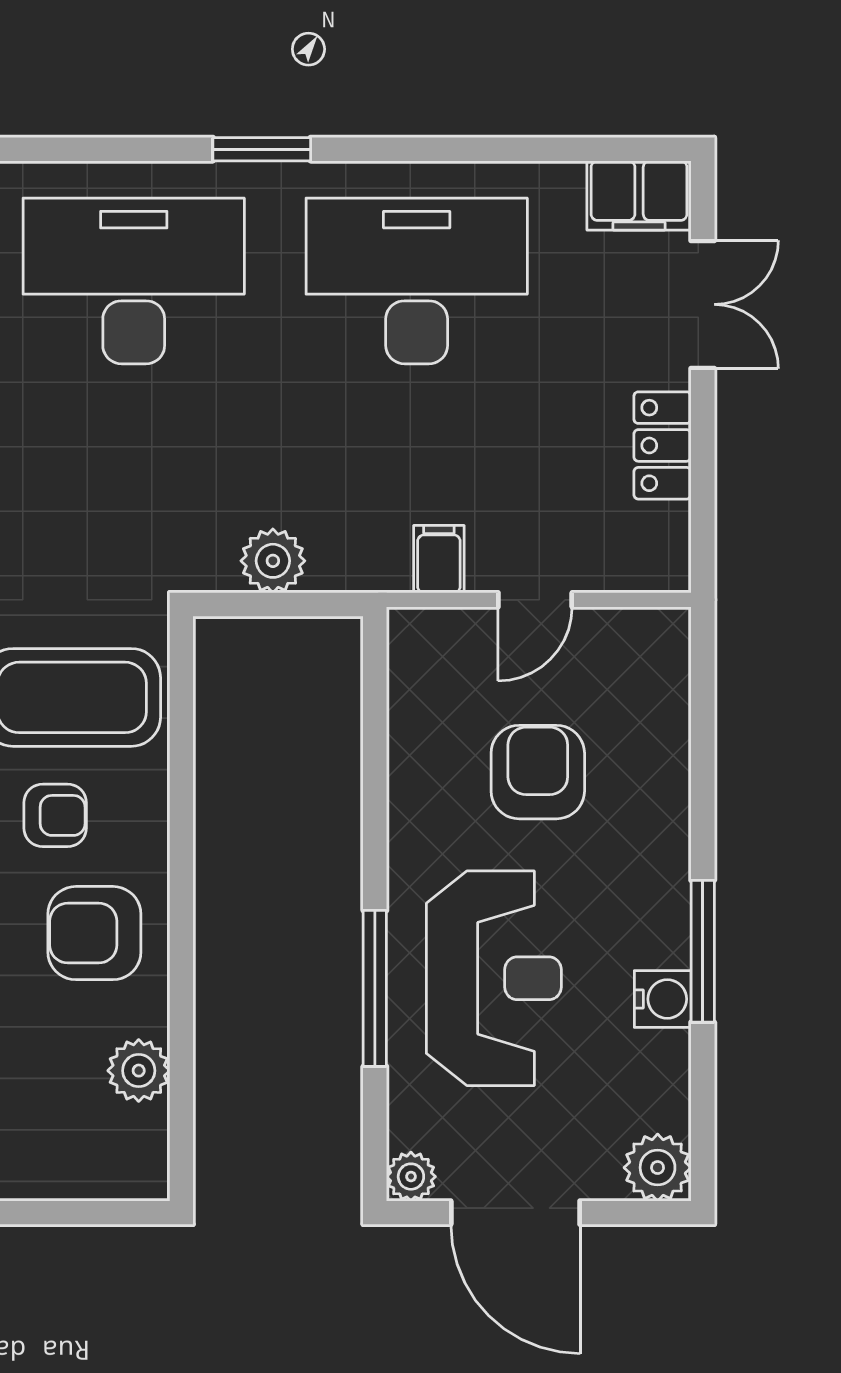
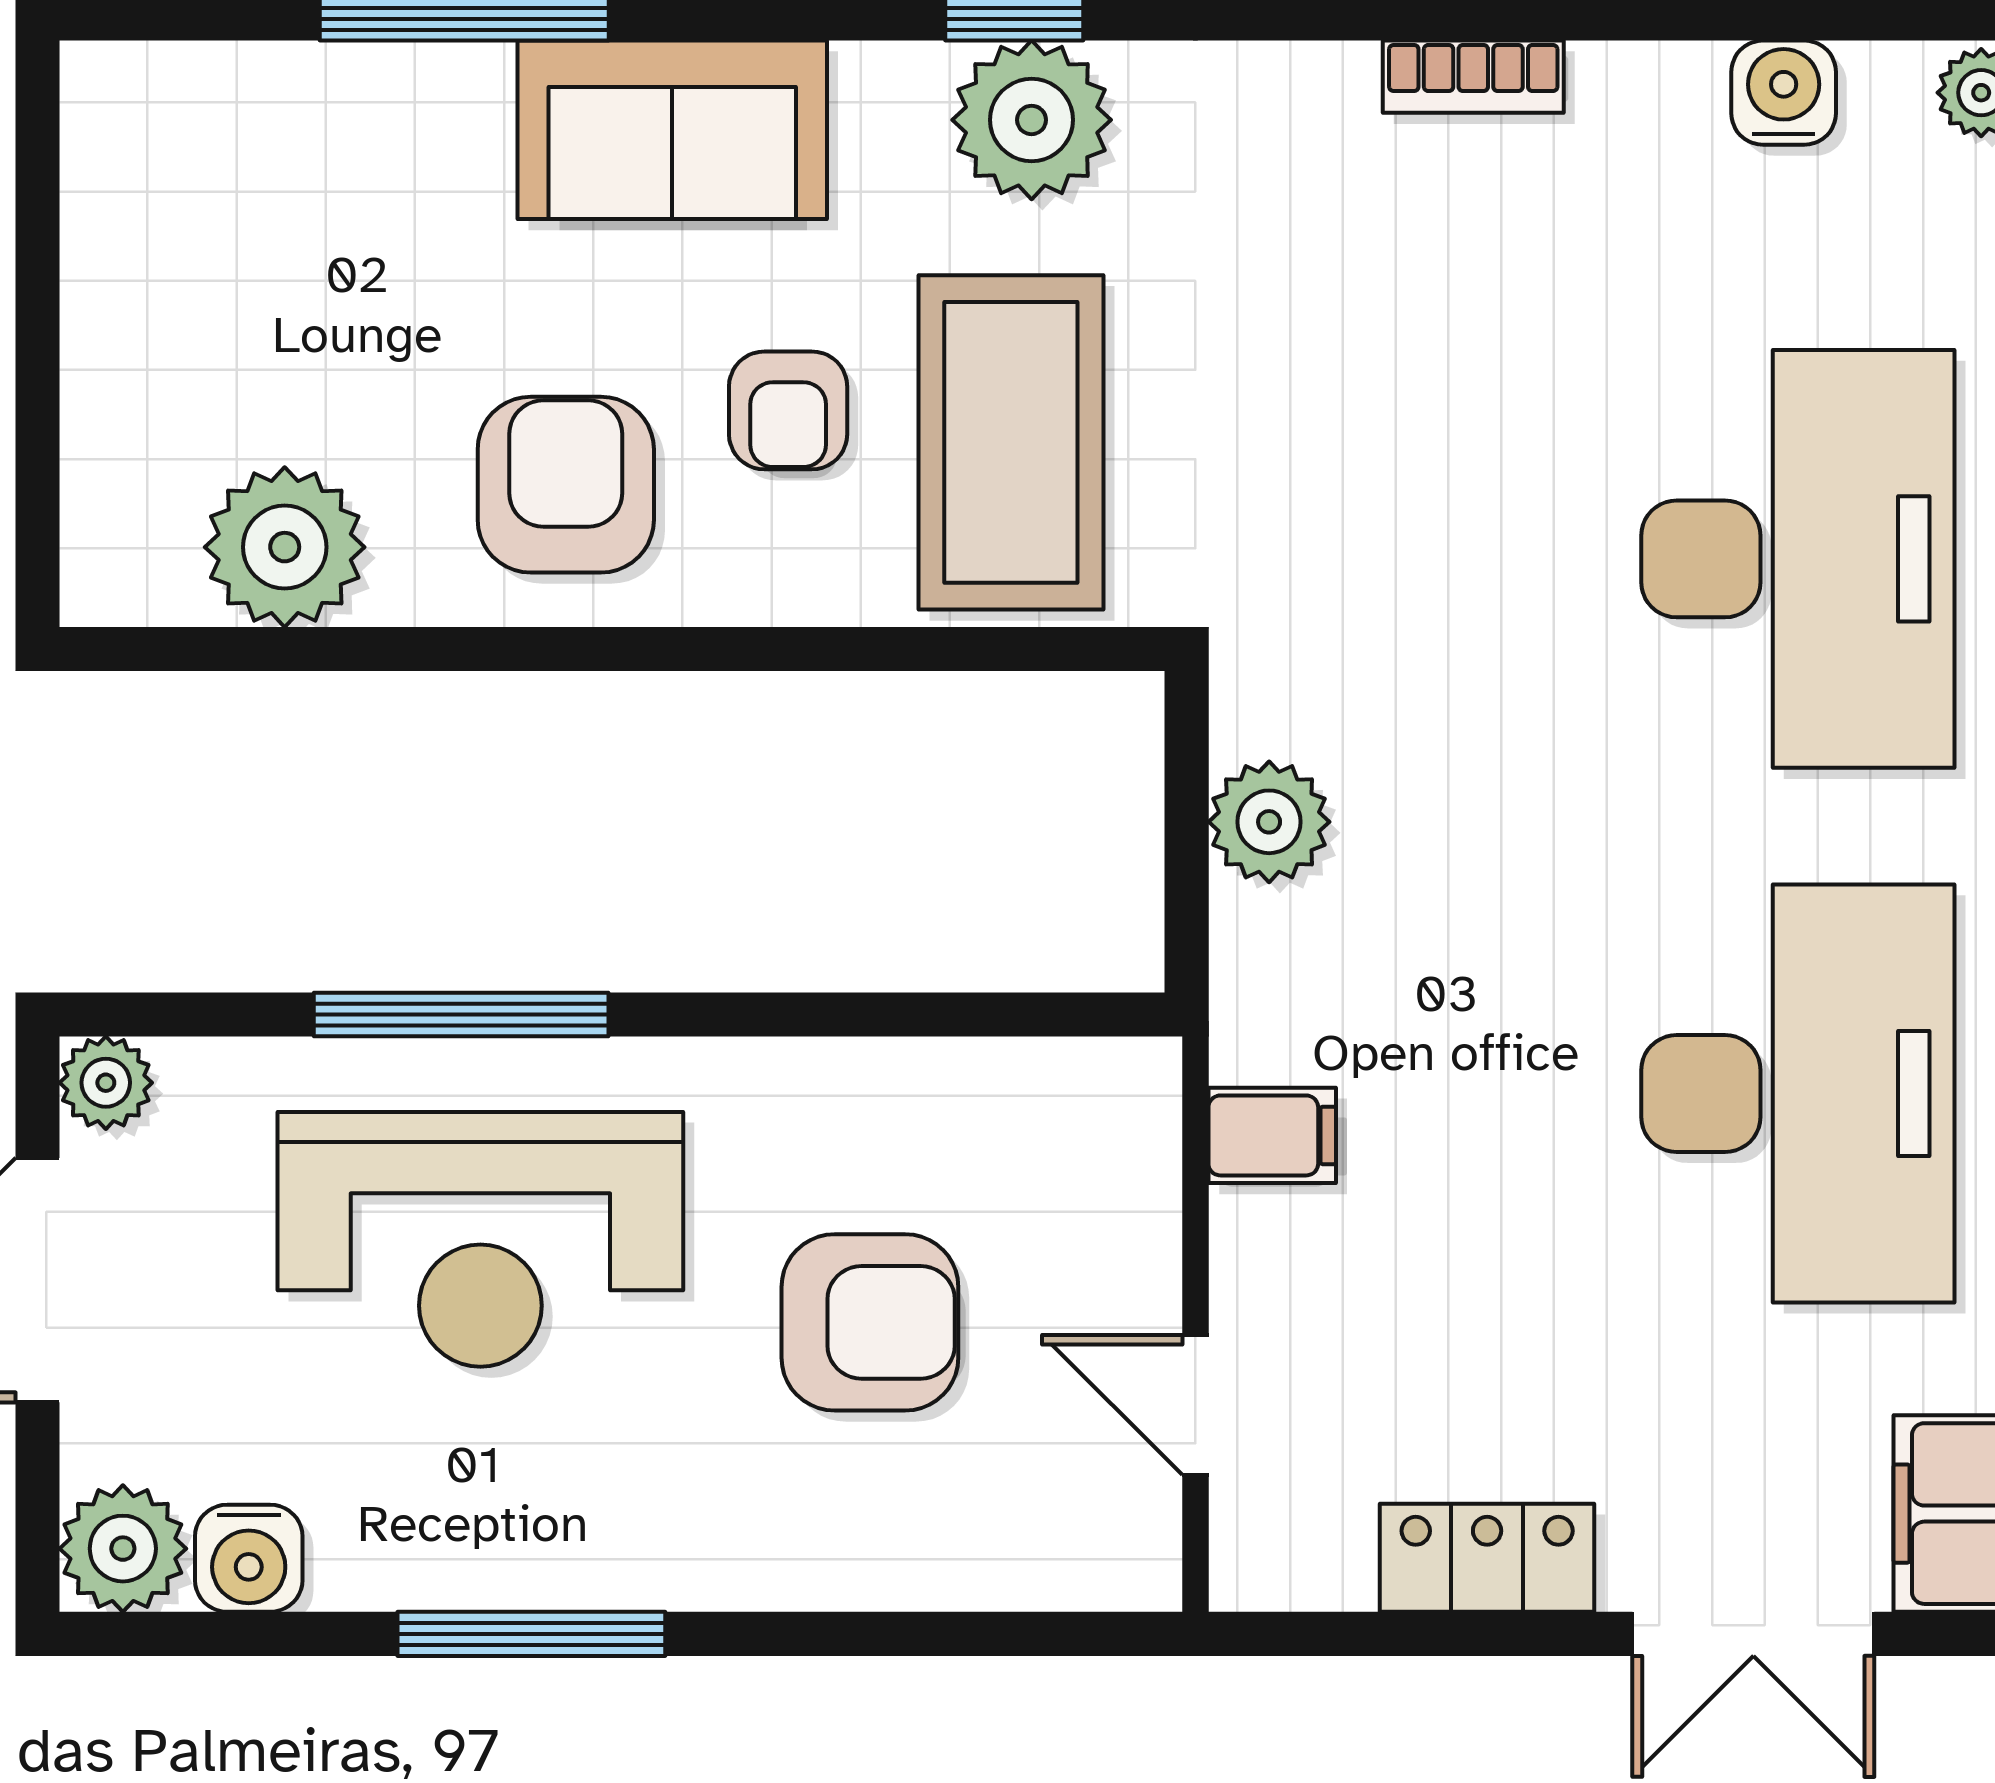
door: (535, 600) -> (1195, 1405), moved
water cooler: (663, 999) -> (249, 1558), moved
plant: (139, 1071) -> (285, 547), width x1.36, depth x1.36

